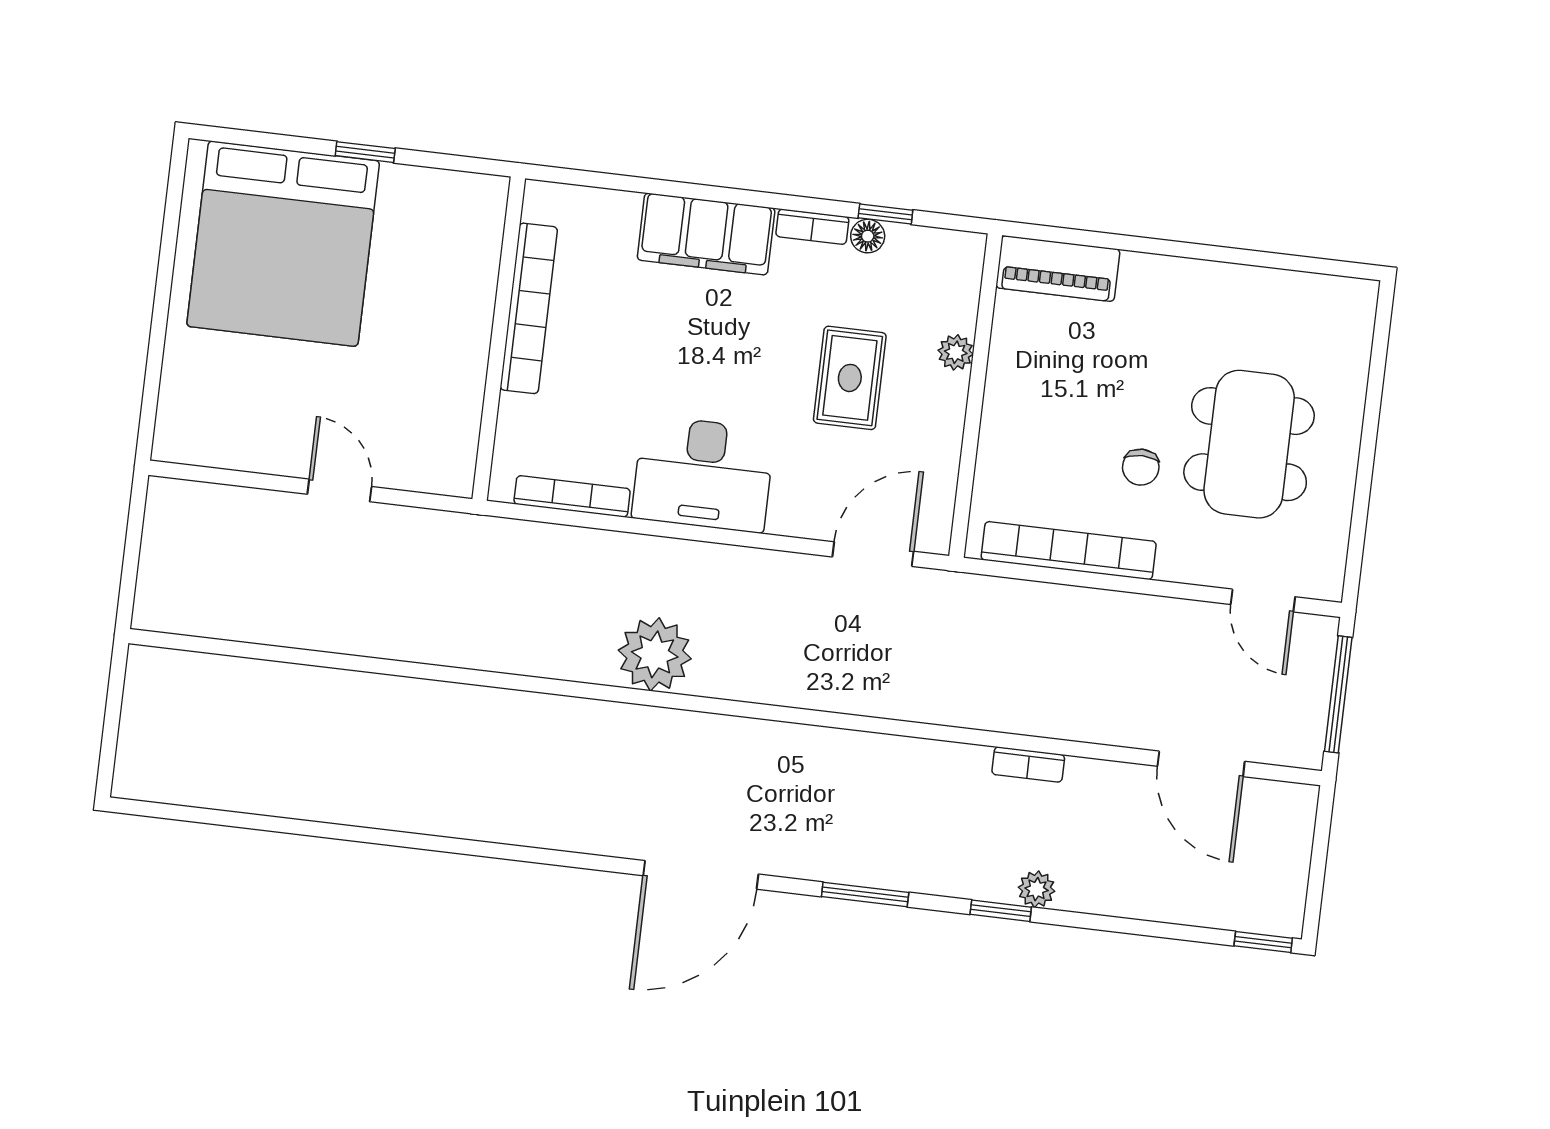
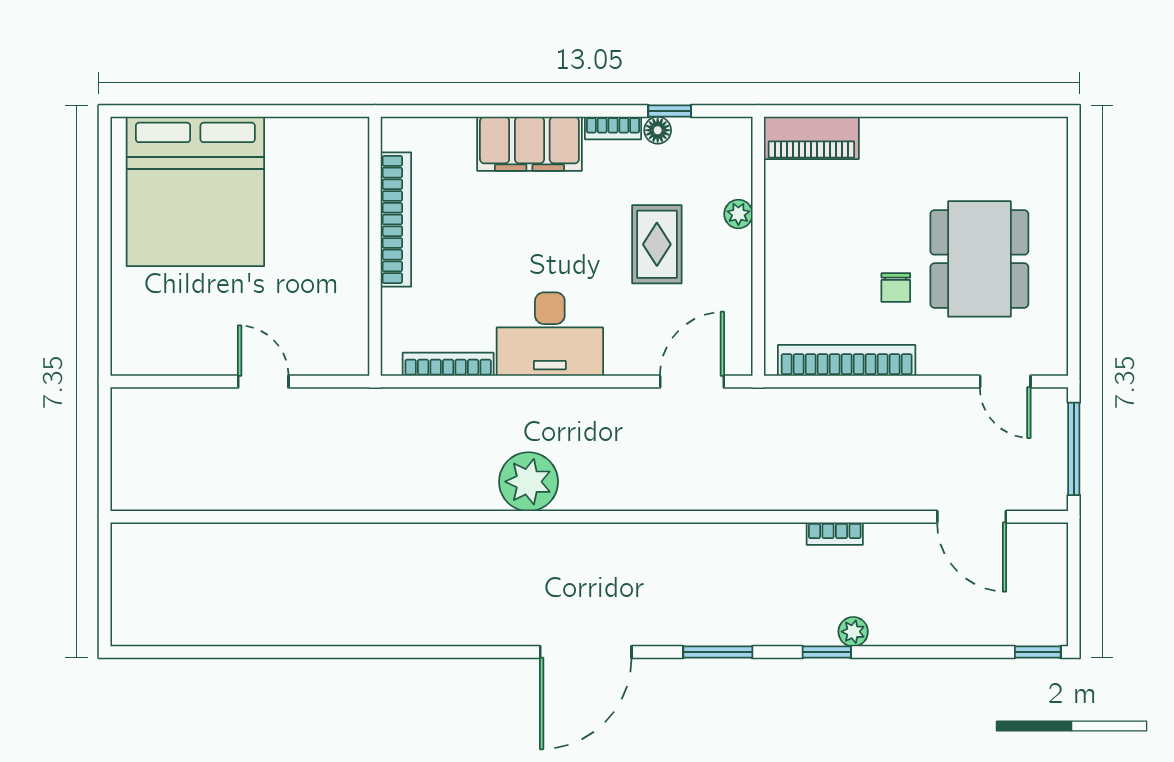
window: (365, 152) -> (252, 111), removed

